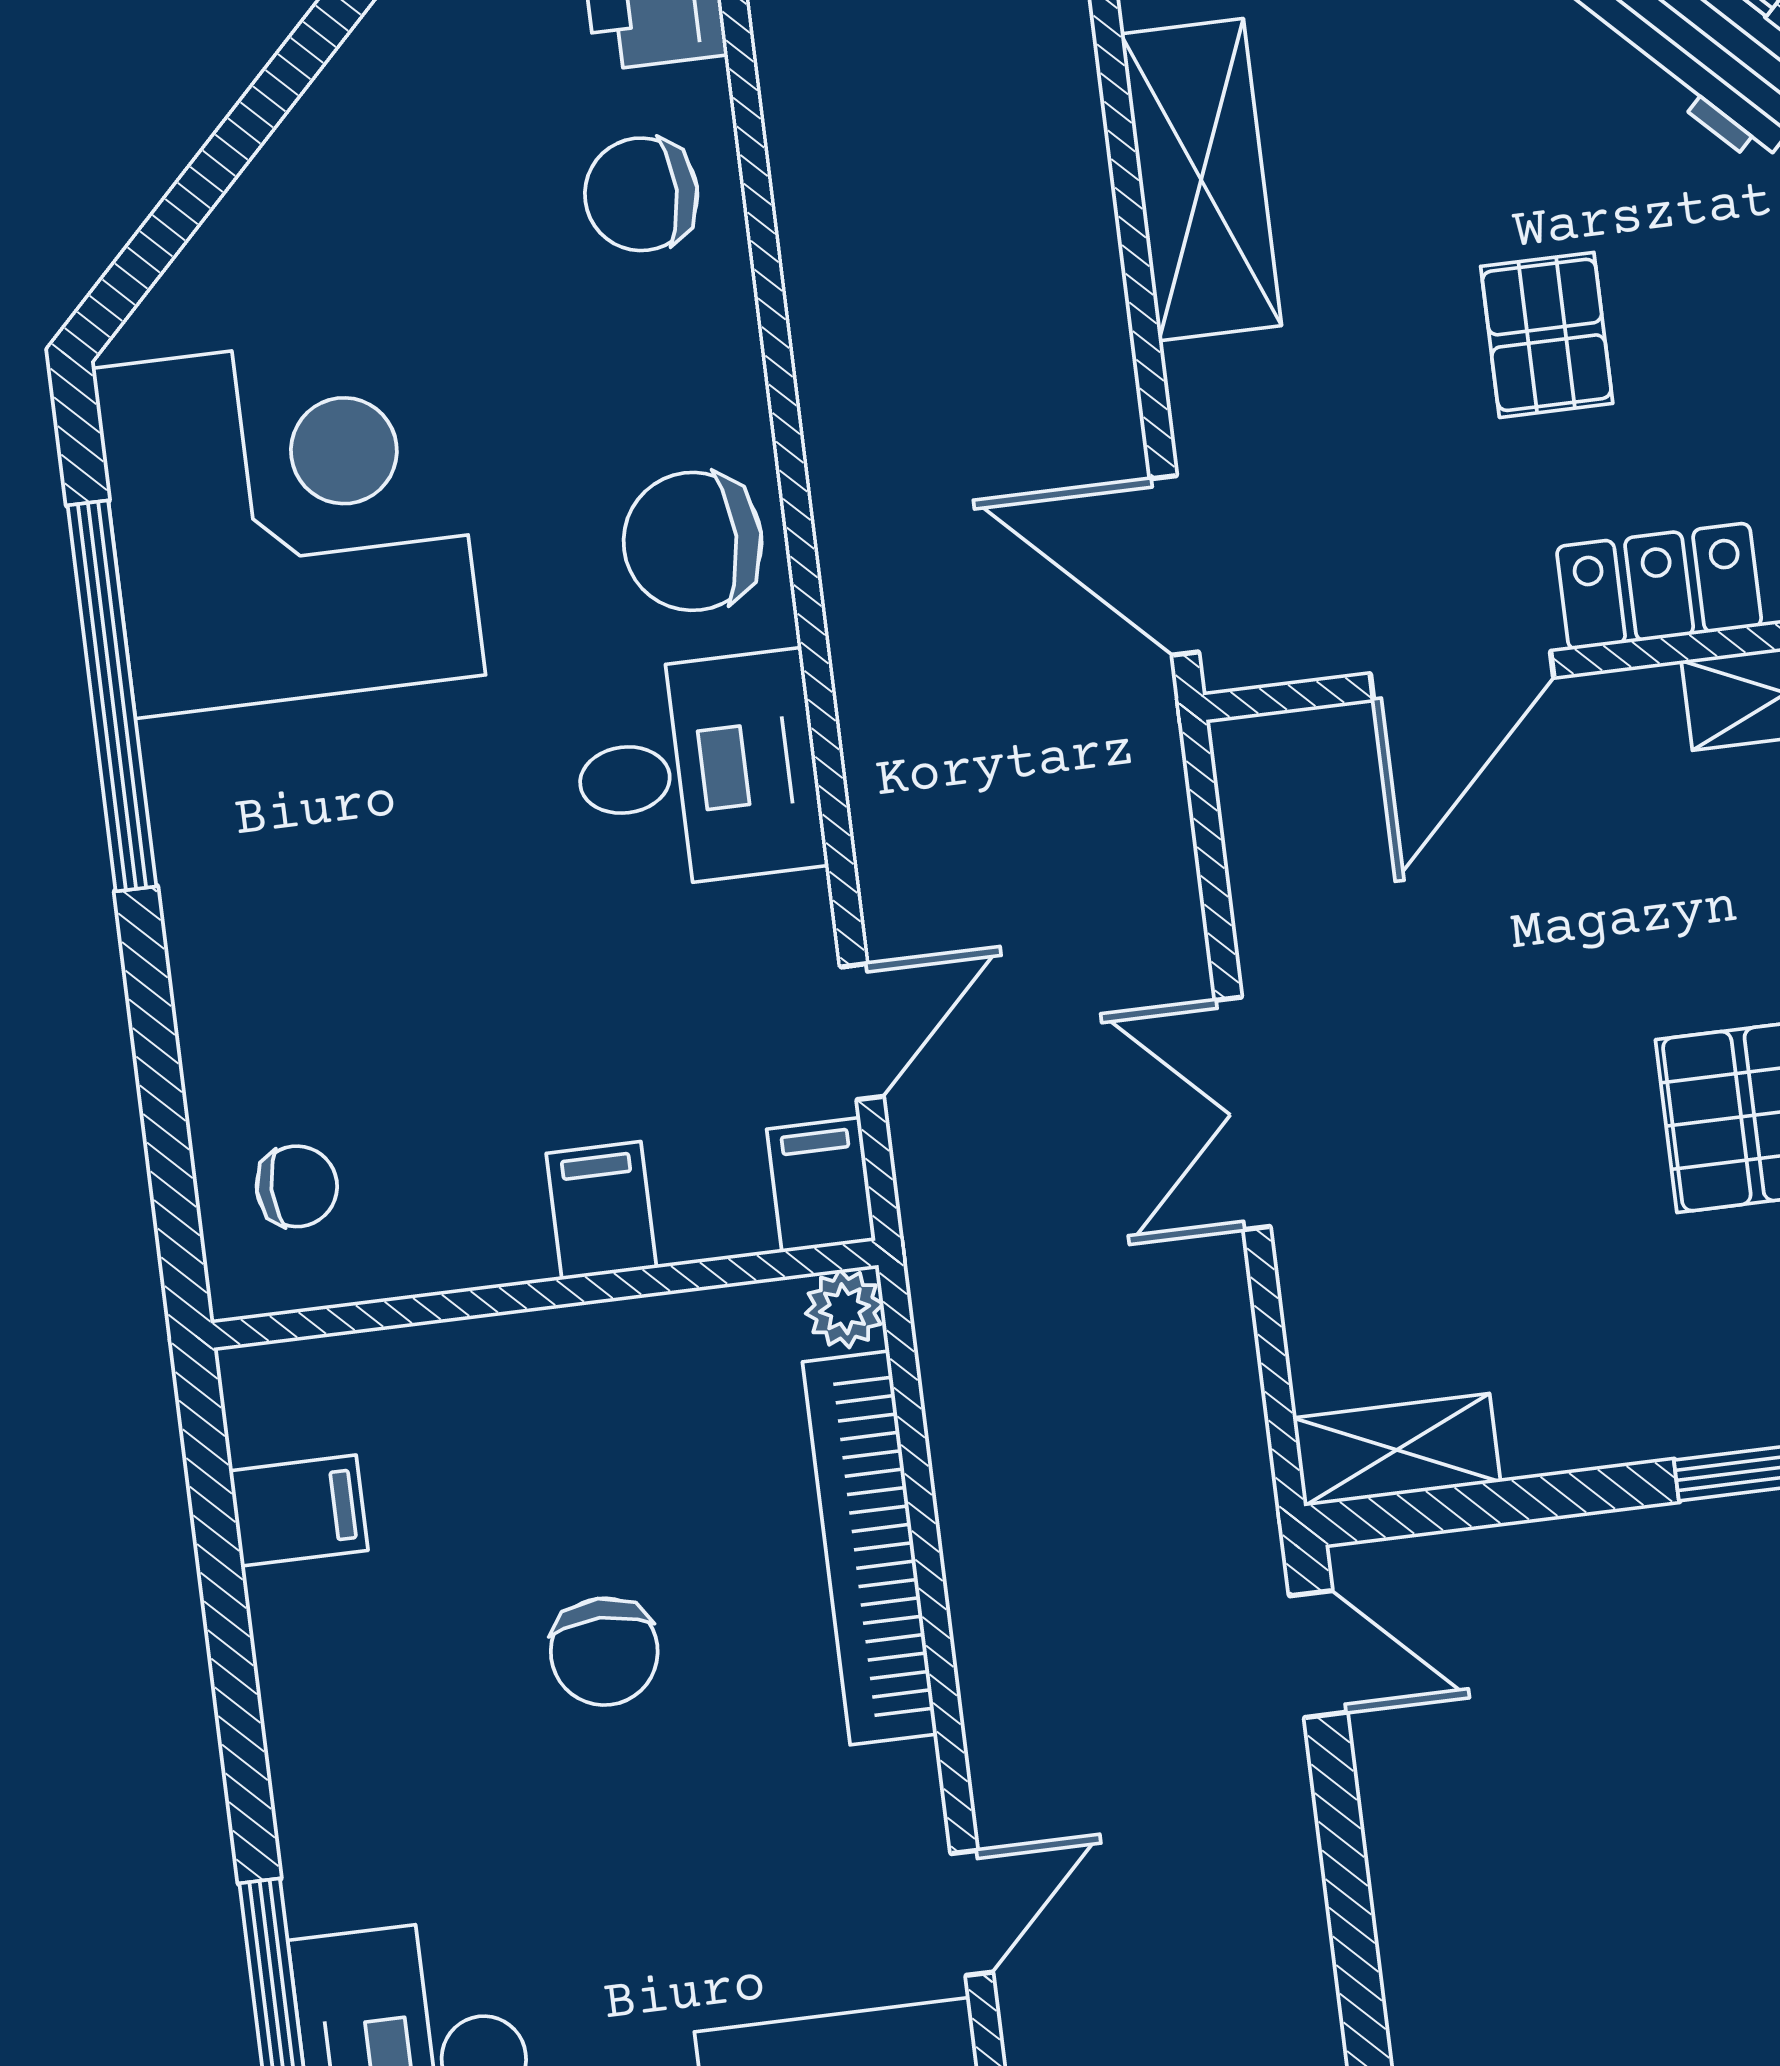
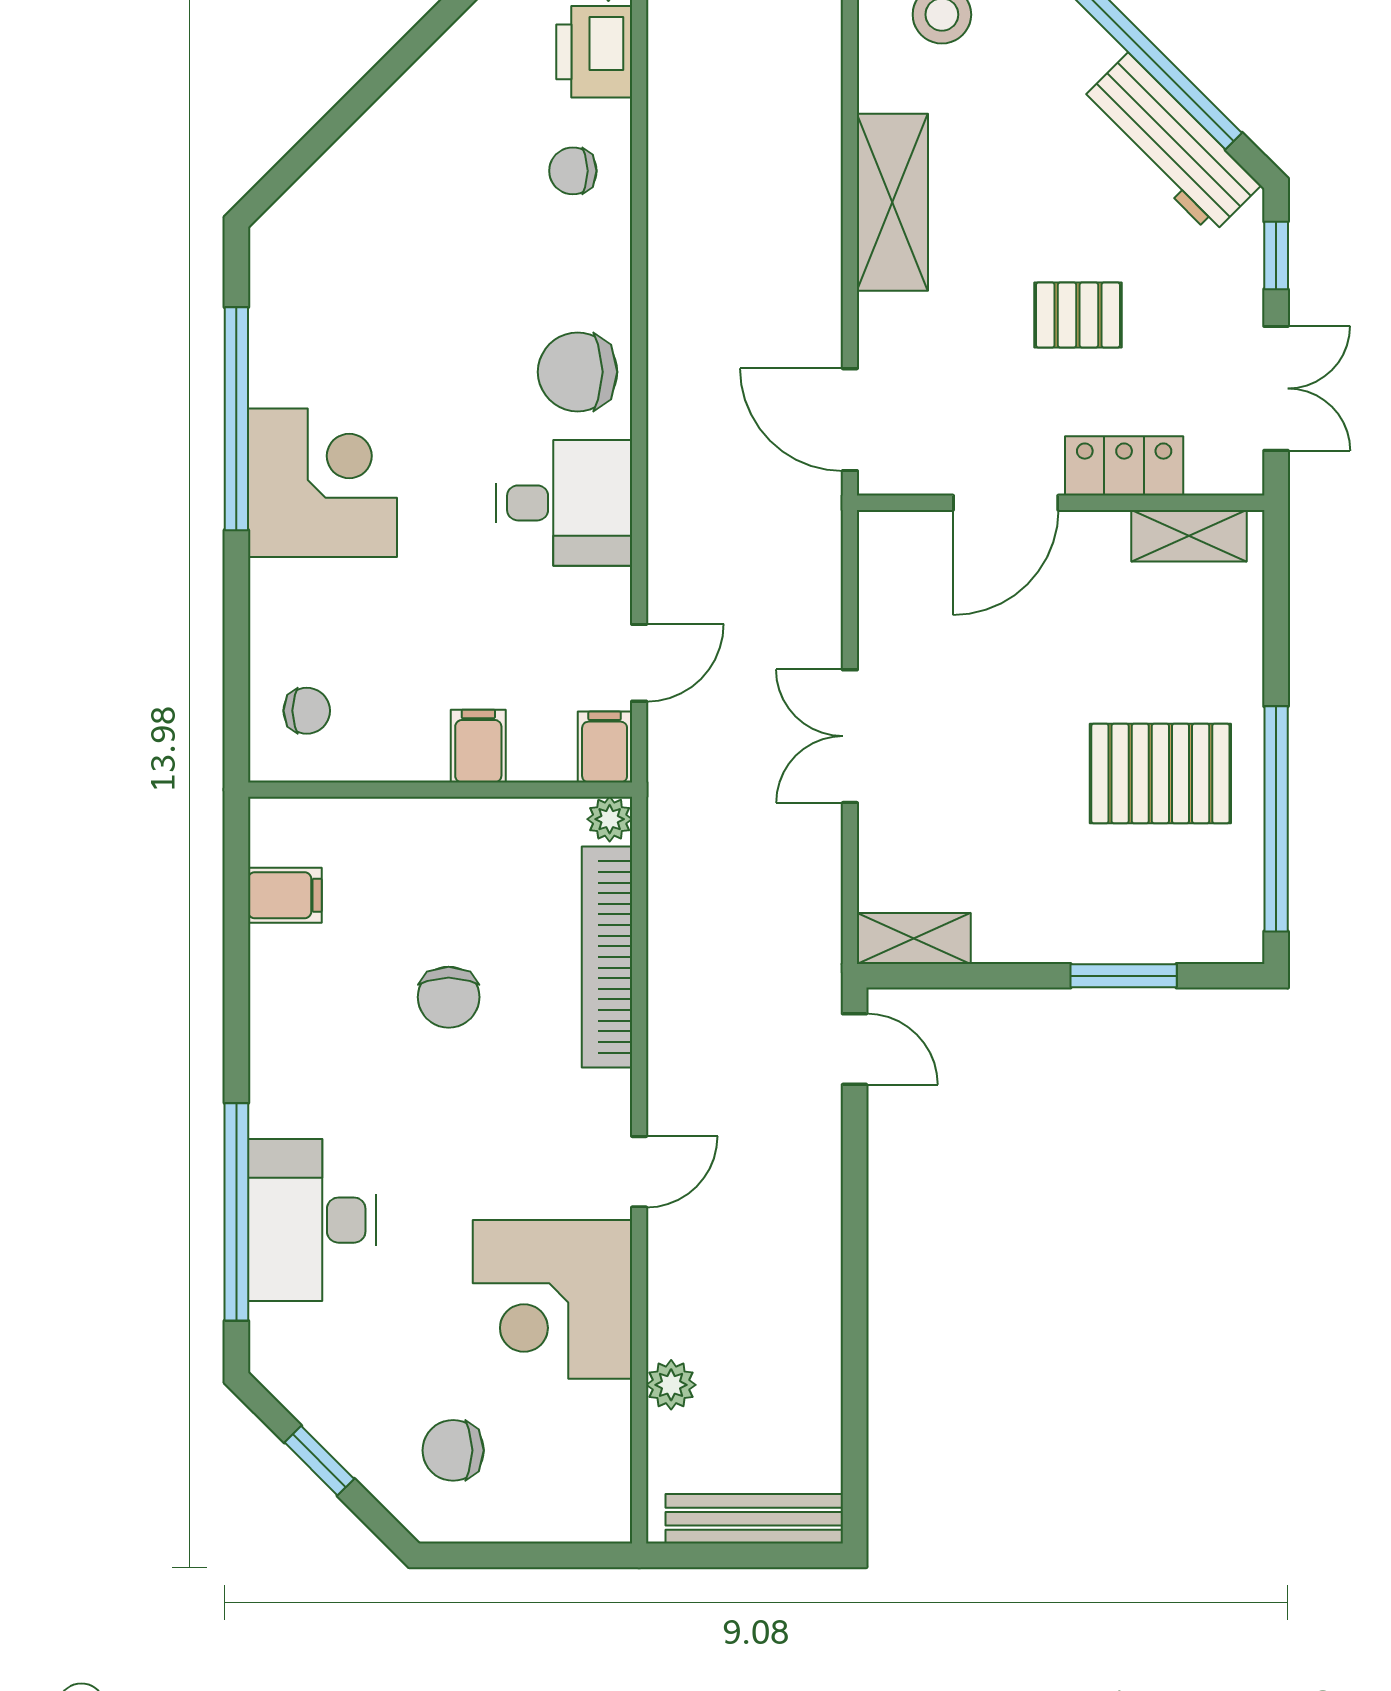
chair: (641, 194) -> (573, 171), width x0.73, depth x0.73
pallet: (1547, 335) -> (1078, 315), turned 90
corner desk: (289, 522) -> (322, 483), moved, width x0.74, depth x0.74

